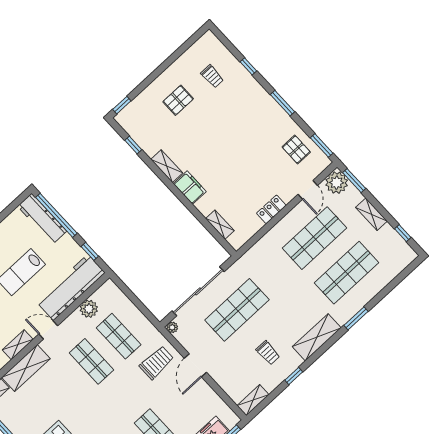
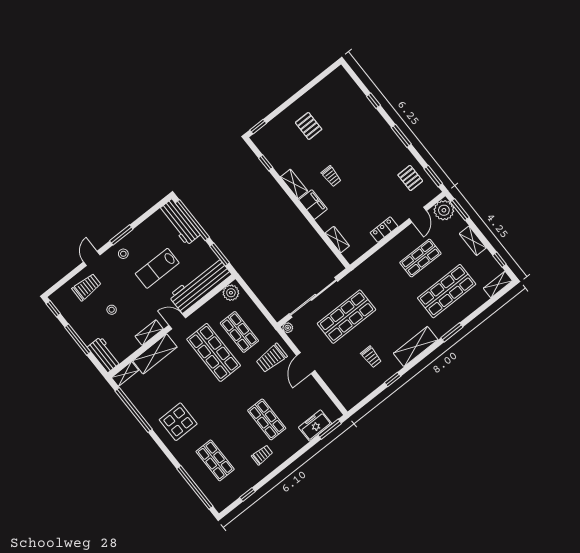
trolley: (212, 76) -> (331, 176), moved
pallet: (178, 100) -> (309, 126), turned 90
shop shelf: (314, 238) -> (420, 258), width x0.70, depth x0.74
window: (90, 251) -> (220, 255), width x1.50
plant: (89, 309) -> (231, 293), moved
shop shelf: (91, 361) -> (214, 352), width x1.43, depth x1.36
trolley: (157, 363) -> (271, 358), turned 180
shelving: (253, 400) -> (498, 285), moved

